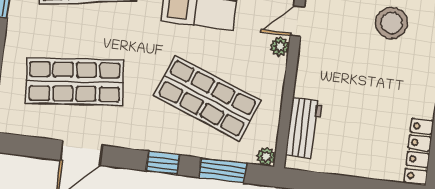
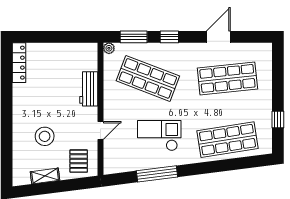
plant: (280, 47) -> (109, 114), removed
workbench: (304, 128) -> (89, 89), moved

